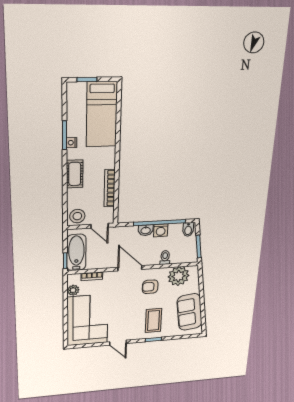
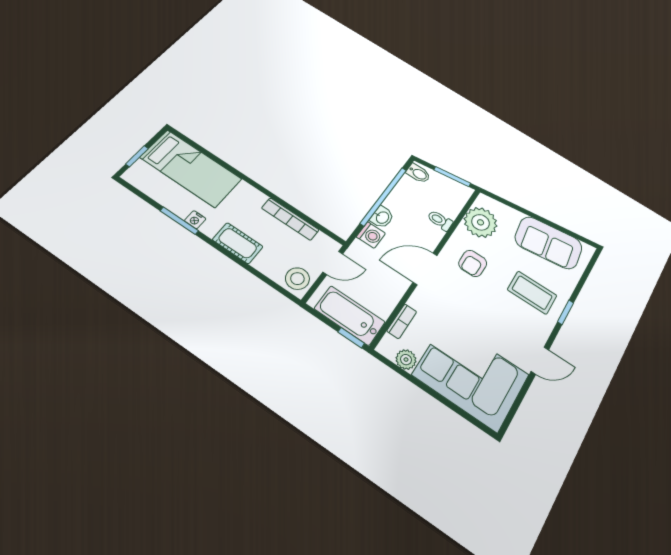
washing machine: (161, 230) -> (371, 235), moved

